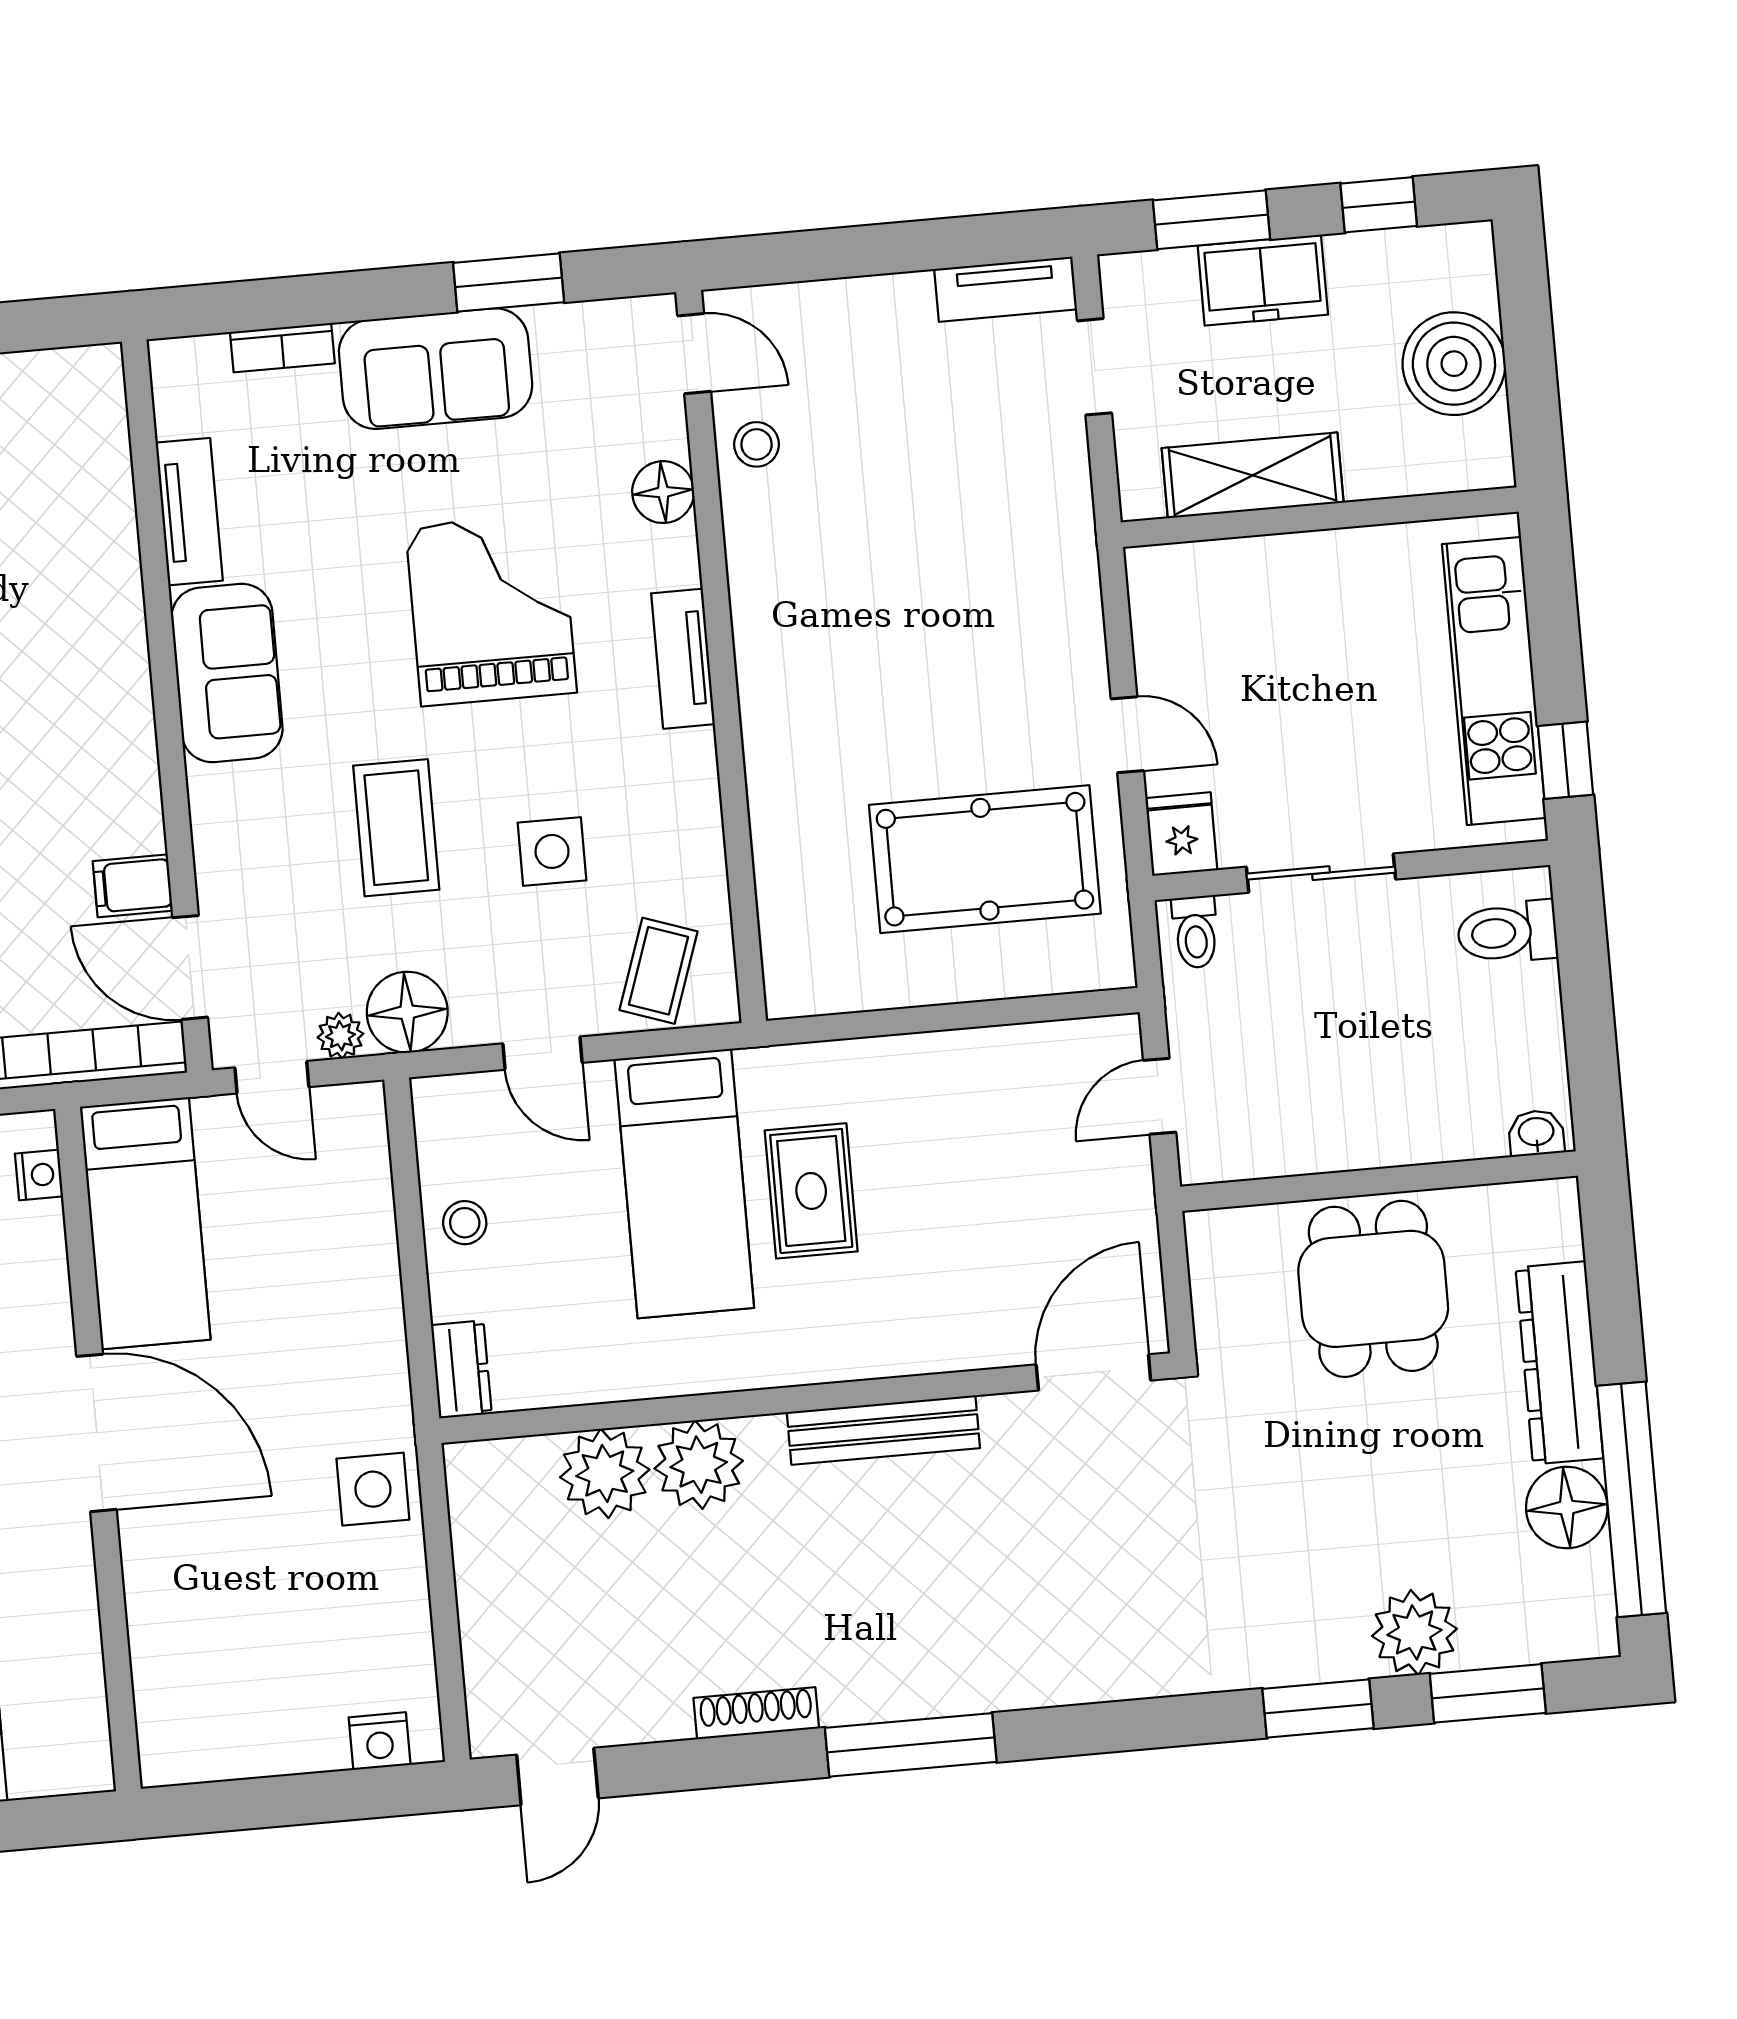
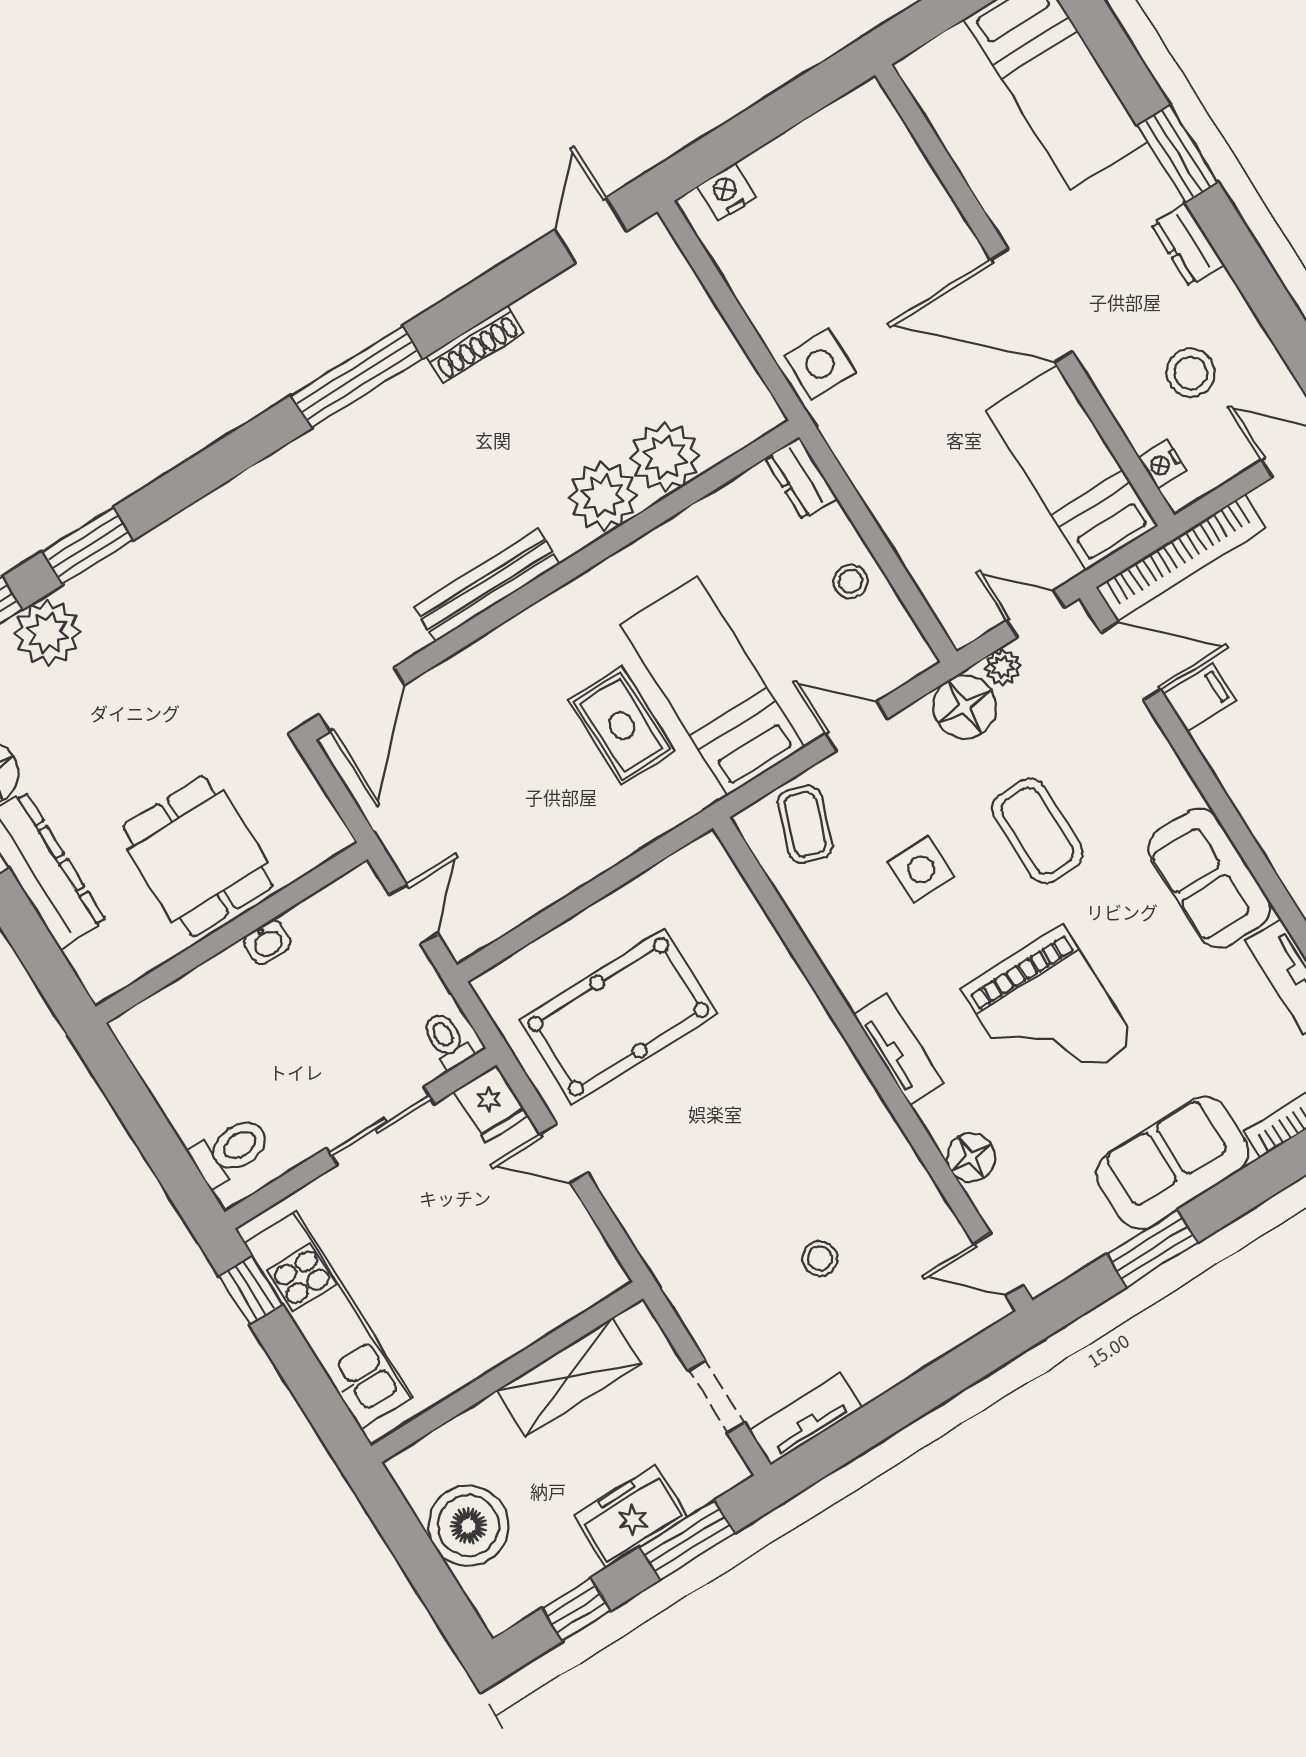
stool: (757, 444) -> (820, 1258), moved
washbasin: (1536, 1133) -> (267, 942), moved

